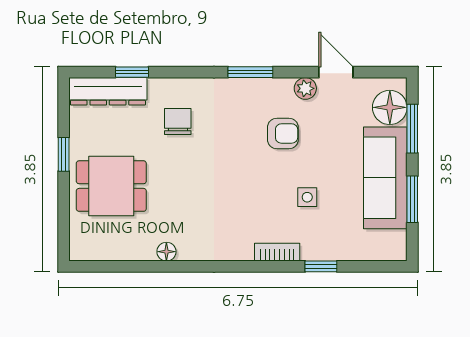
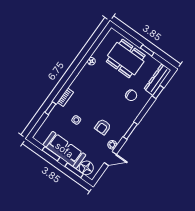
dining table: (111, 186) -> (126, 59), width x1.38

